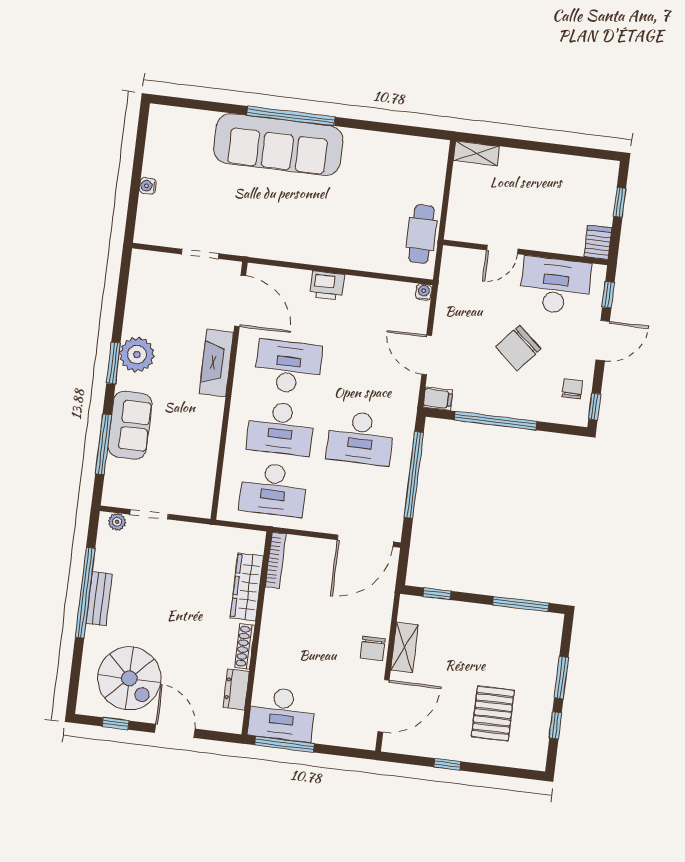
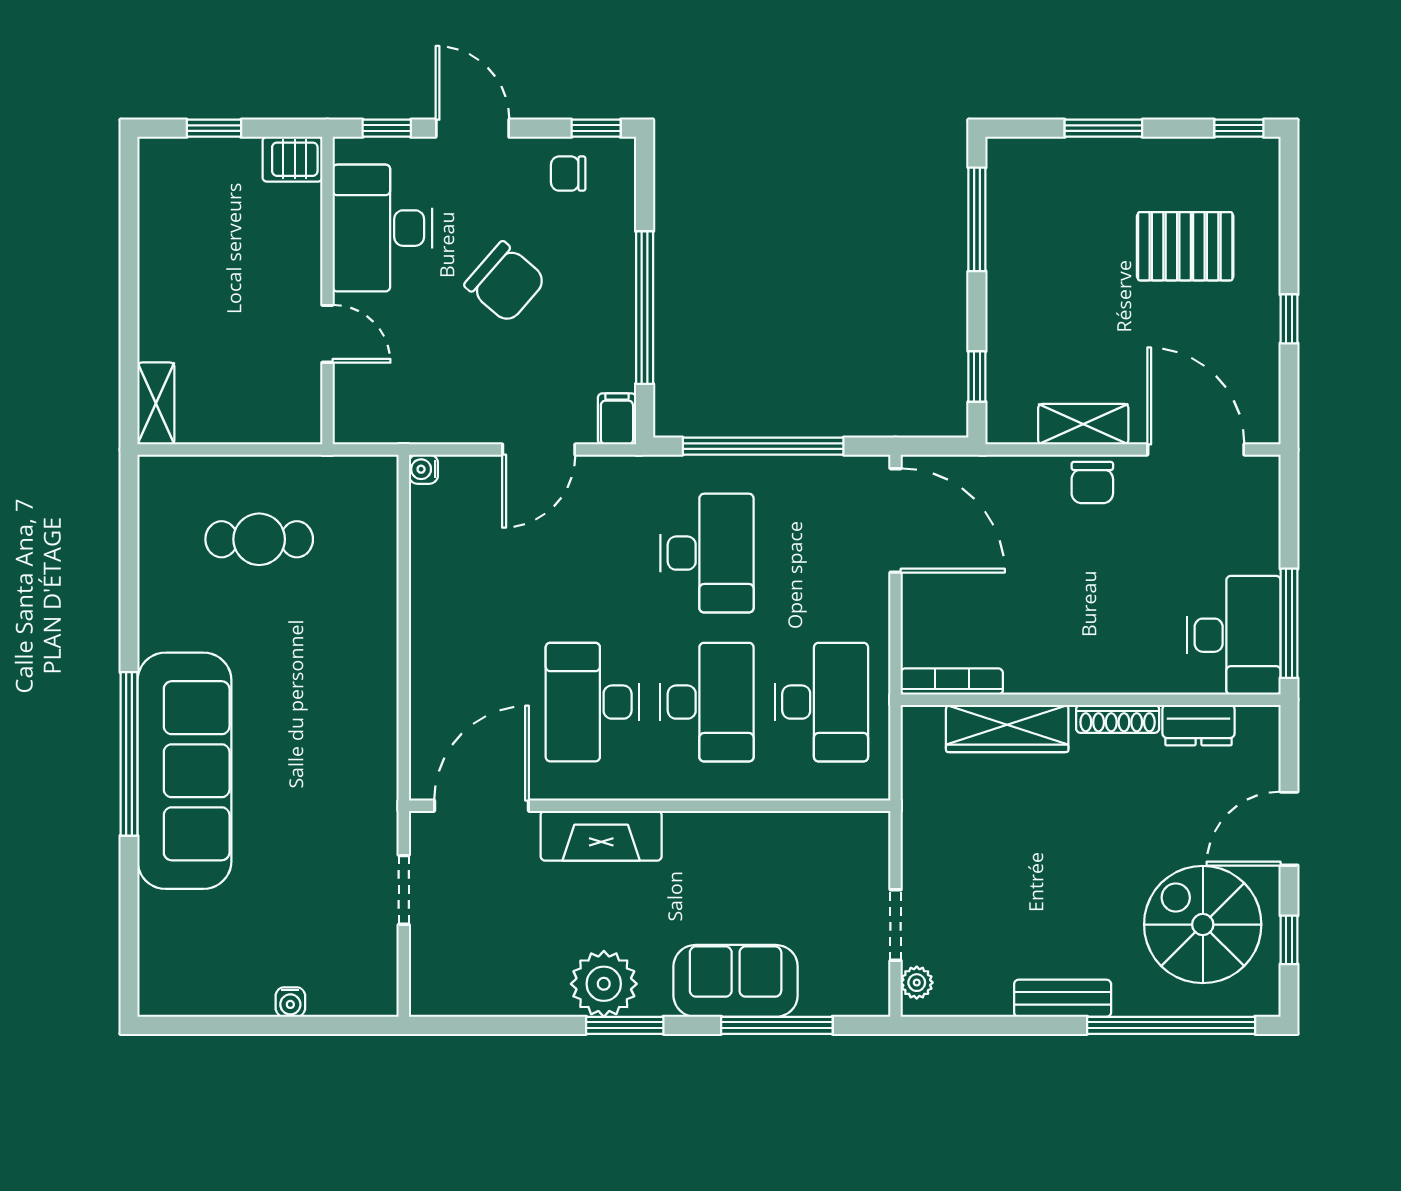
cafe table: (421, 234) -> (259, 539), moved
printer: (327, 286) -> (434, 649), removed
window: (85, 593) -> (1171, 1025), moved
chair: (373, 648) -> (1092, 483), turned 90
spiral stairs: (129, 678) -> (1203, 925), turned -90
window: (555, 725) -> (1239, 128), moved

